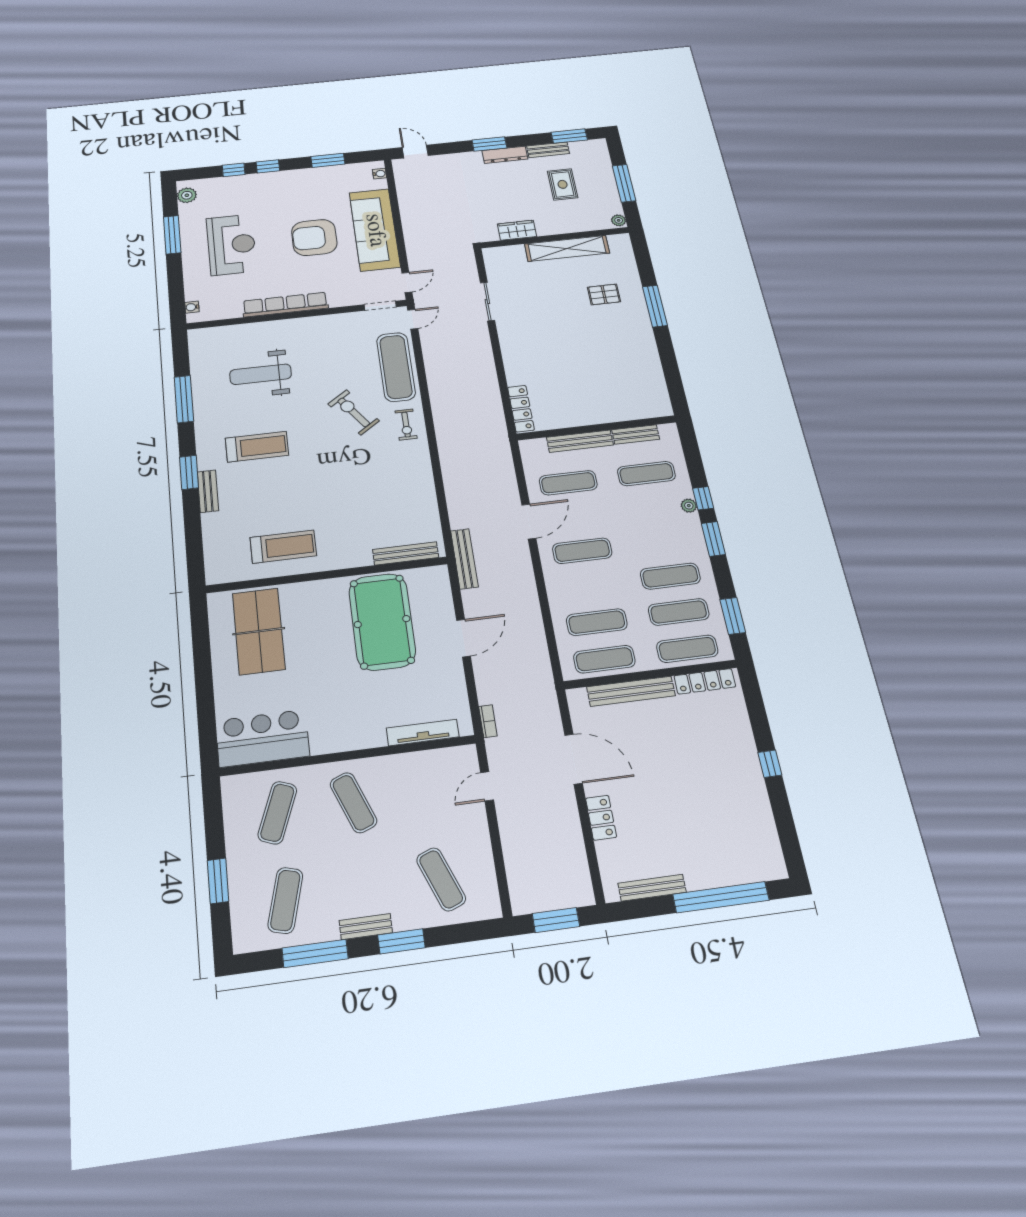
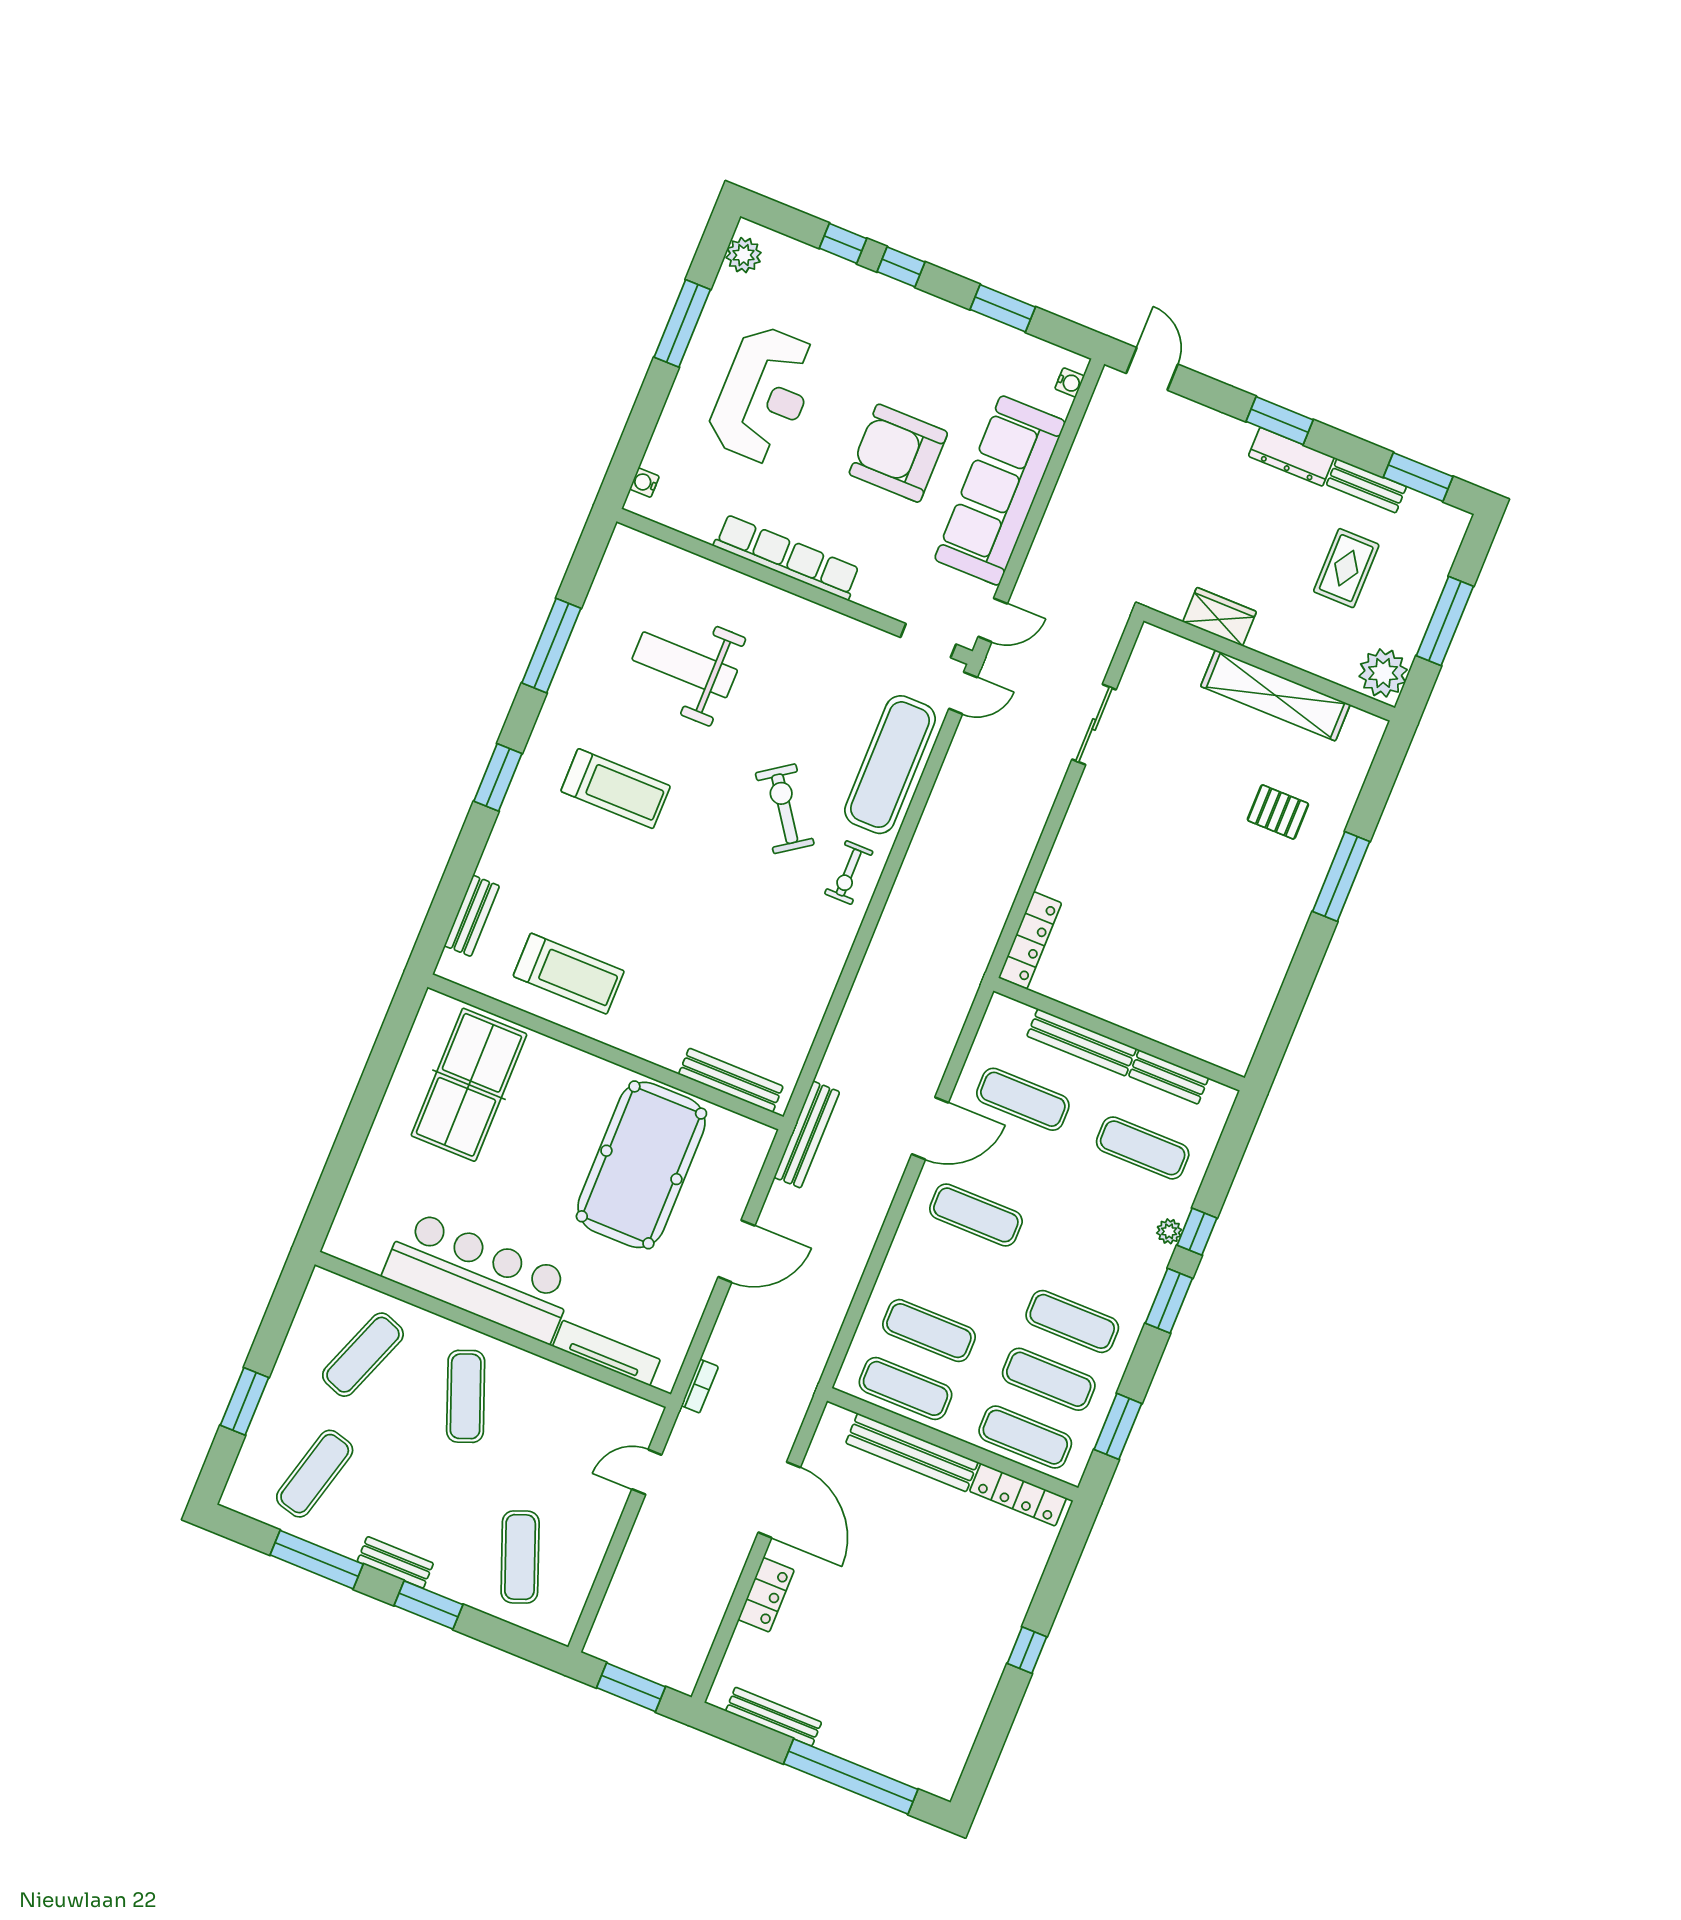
plant: (619, 220) -> (1383, 673), width x1.88, depth x1.88
bench: (208, 491) -> (472, 916), moved
bar counter: (262, 738) -> (479, 1277), moved, width x1.36

